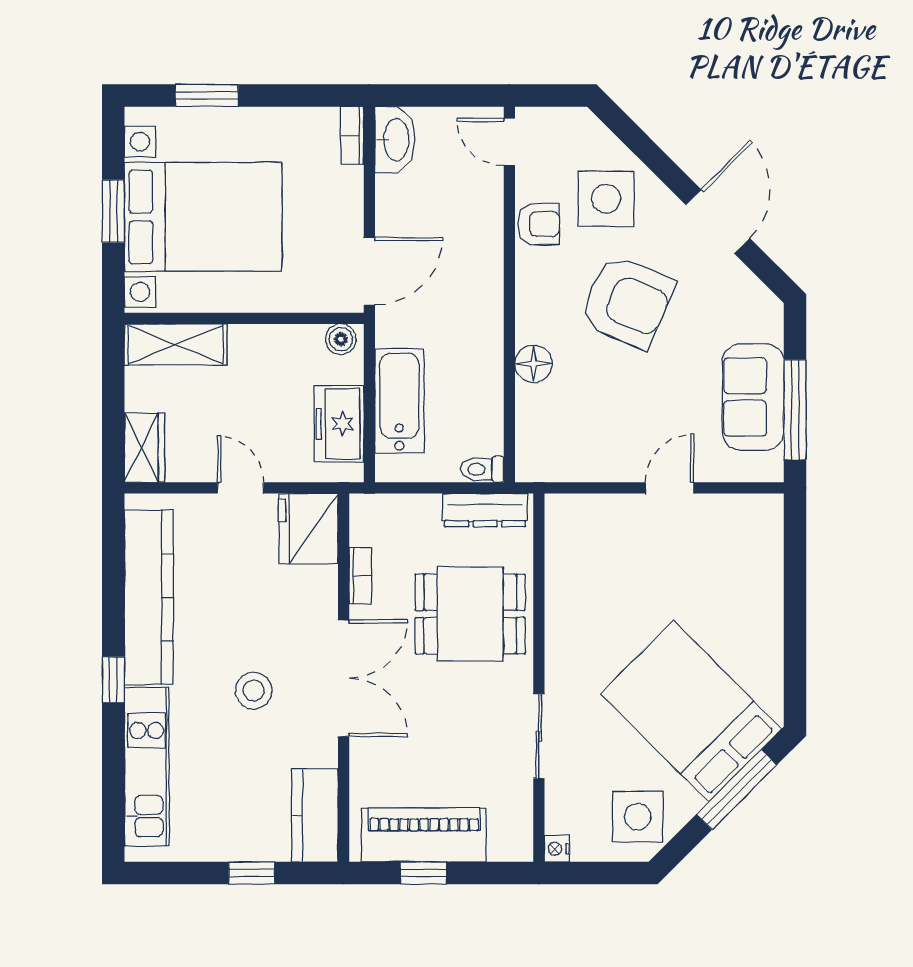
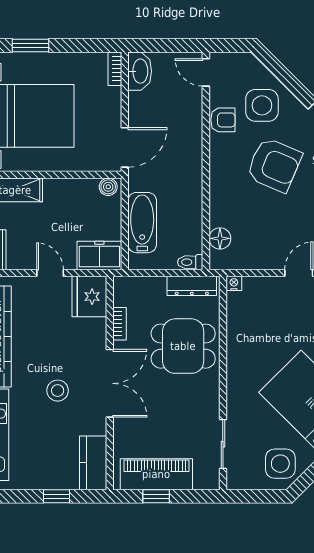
floor lamp: (534, 364) -> (220, 238), moved
freezer: (339, 424) -> (99, 255), moved, turned 90
sliding door: (539, 736) -> (223, 444), moved
nightstand: (557, 849) -> (234, 283), moved, turned 90

